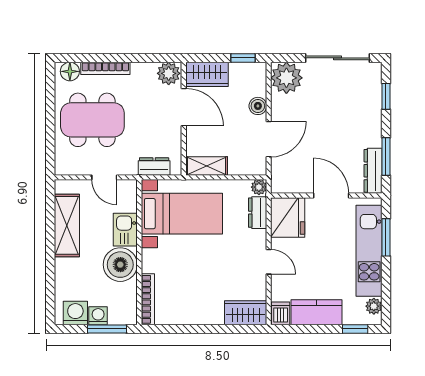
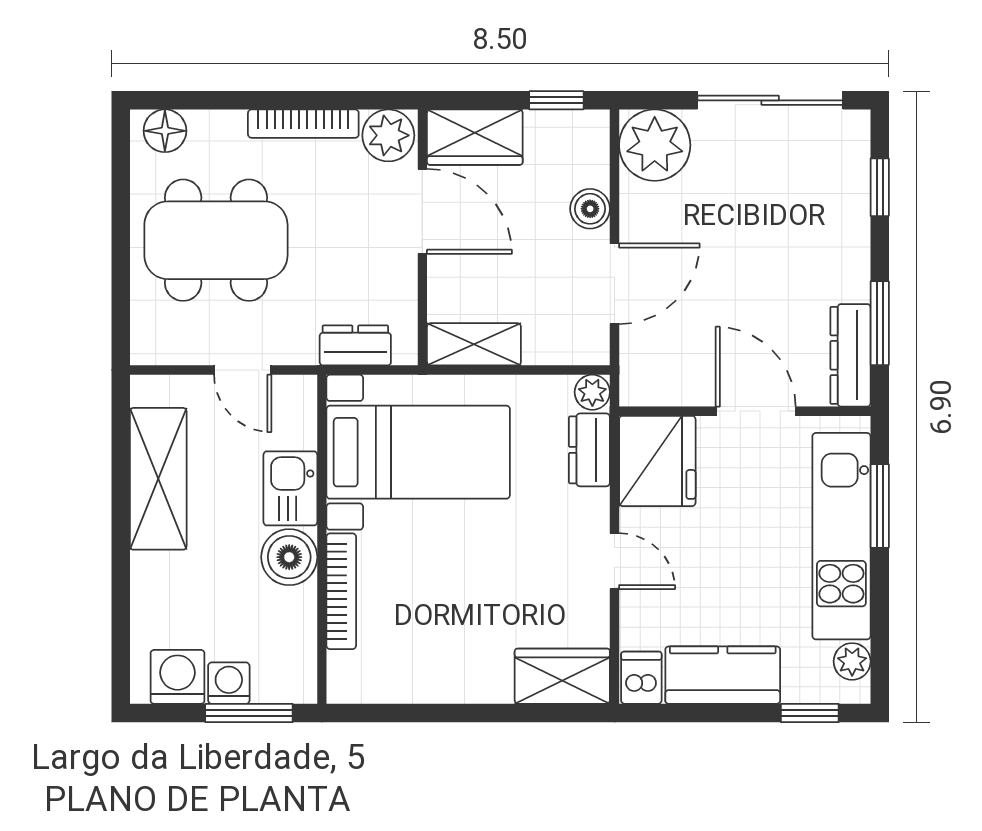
bookcase: (105, 68) -> (303, 124), moved
boiler: (120, 265) -> (289, 557), width x0.73, depth x0.73
bookcase: (148, 299) -> (341, 591), moved

